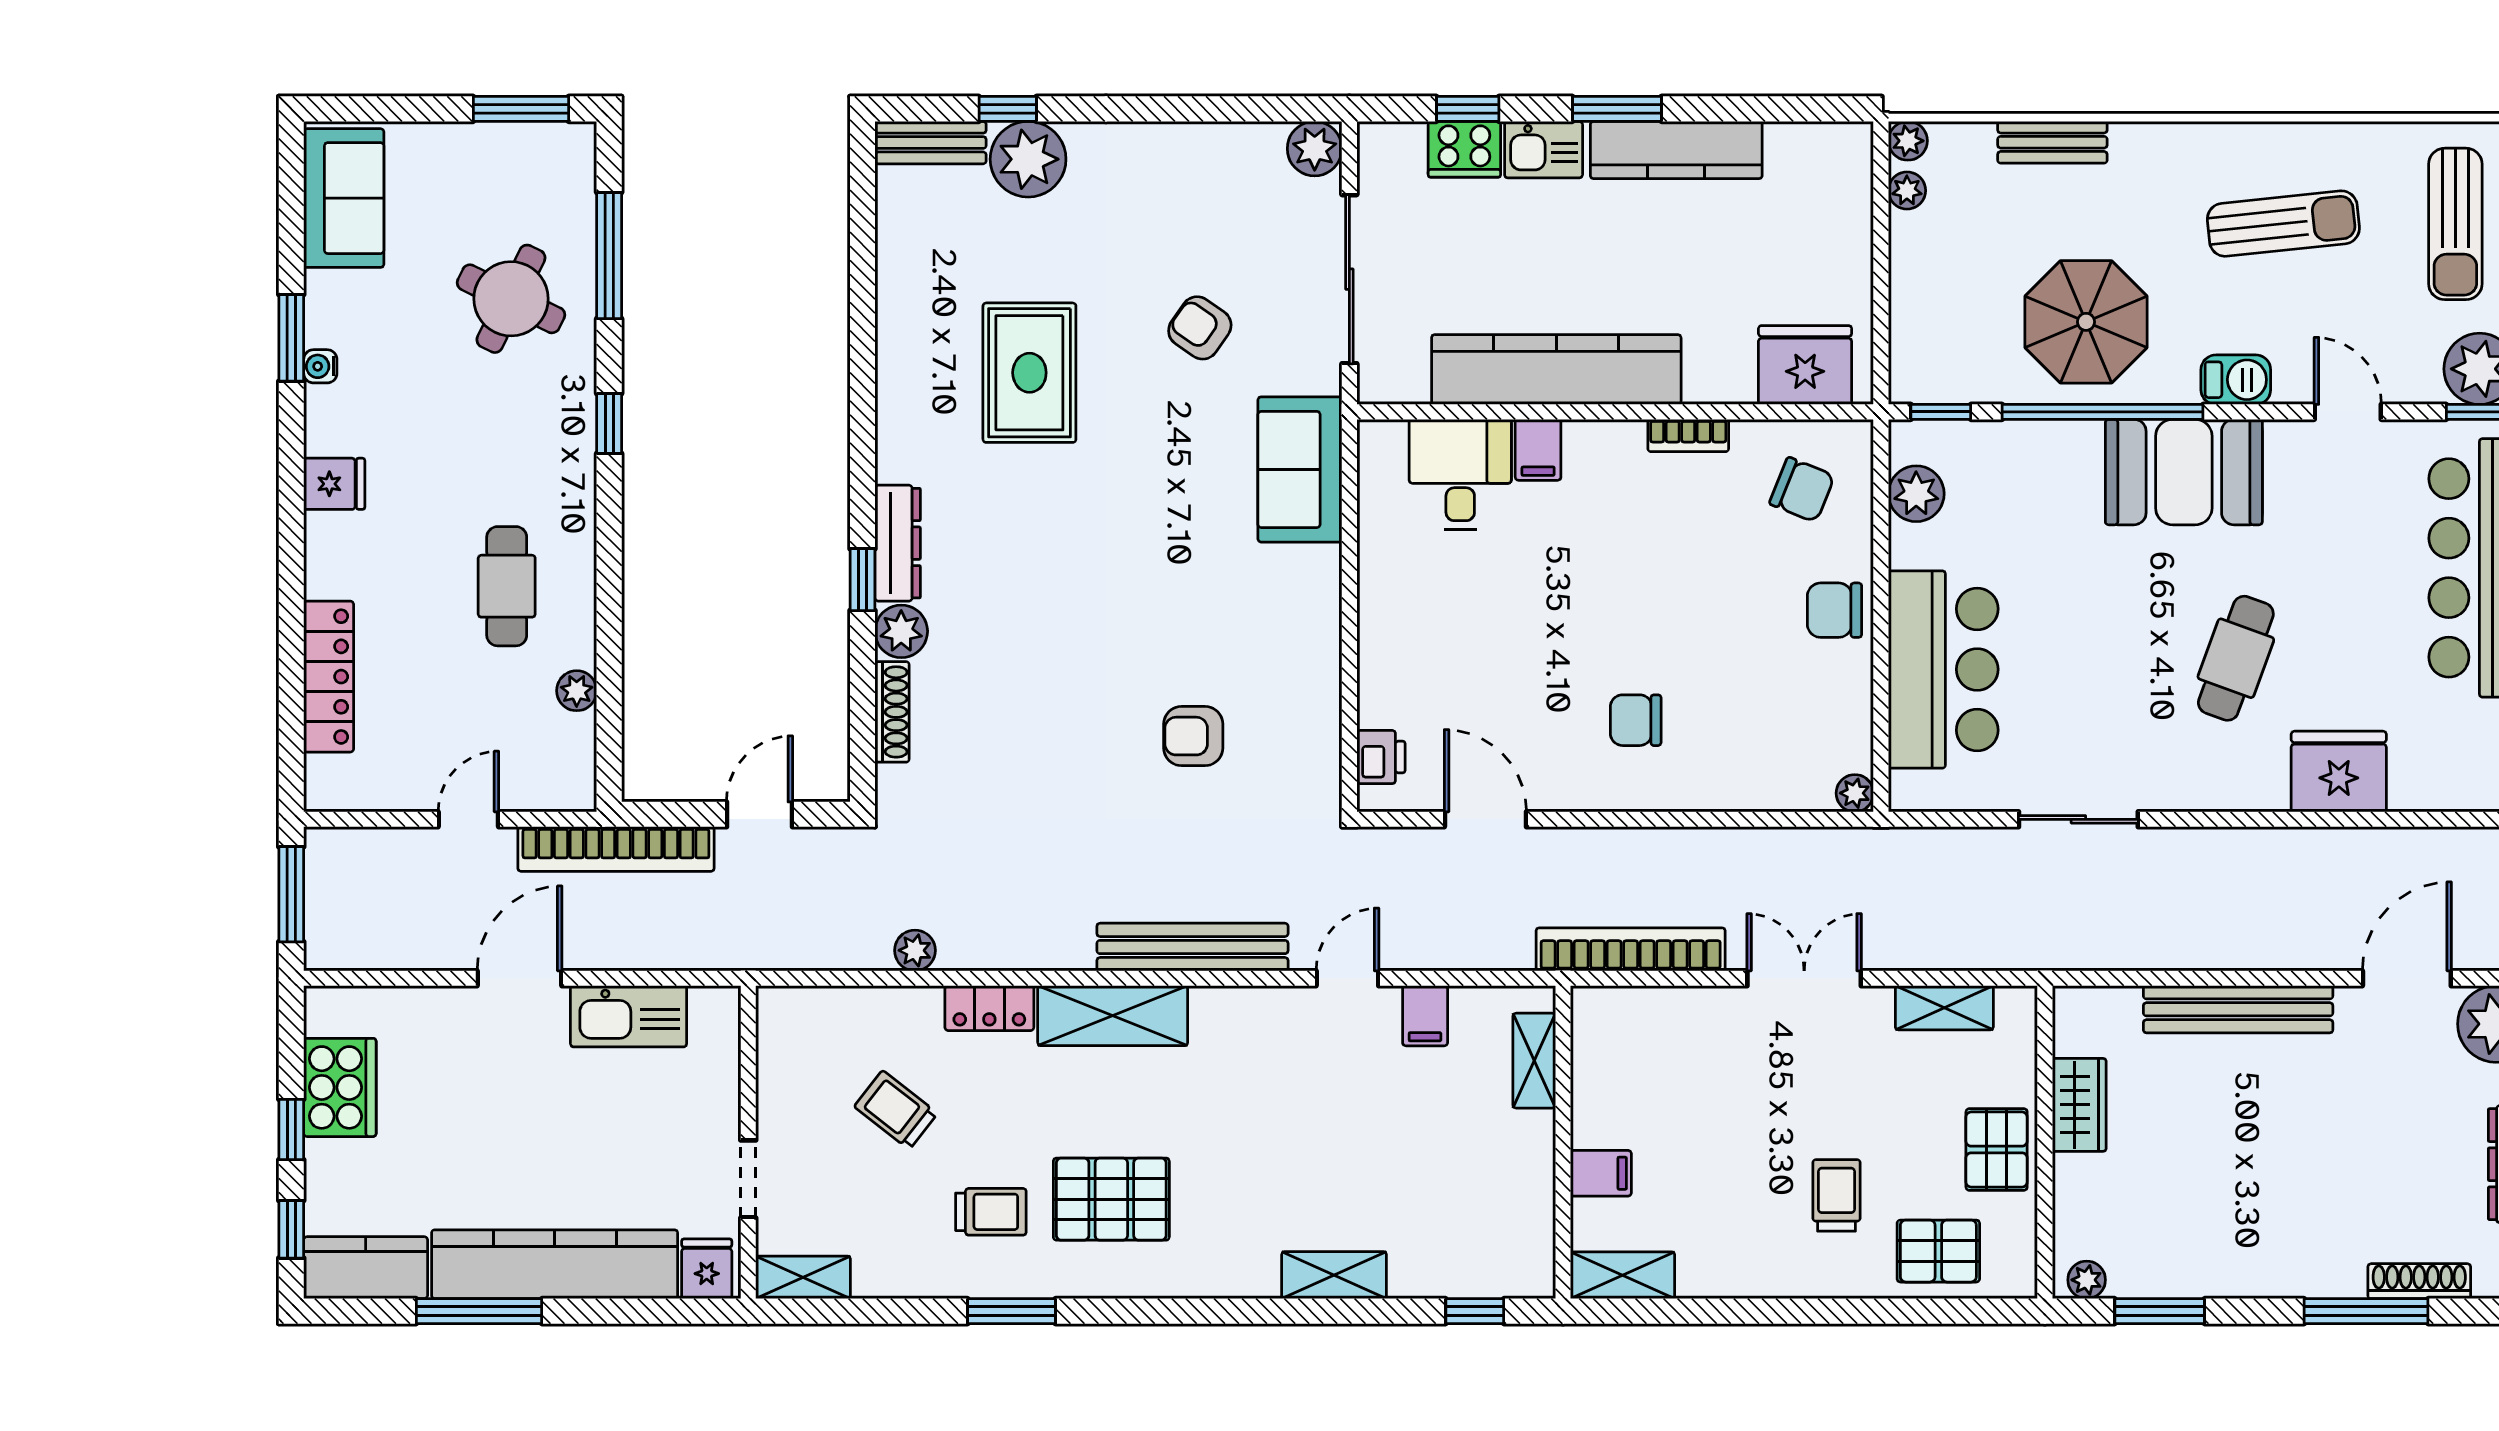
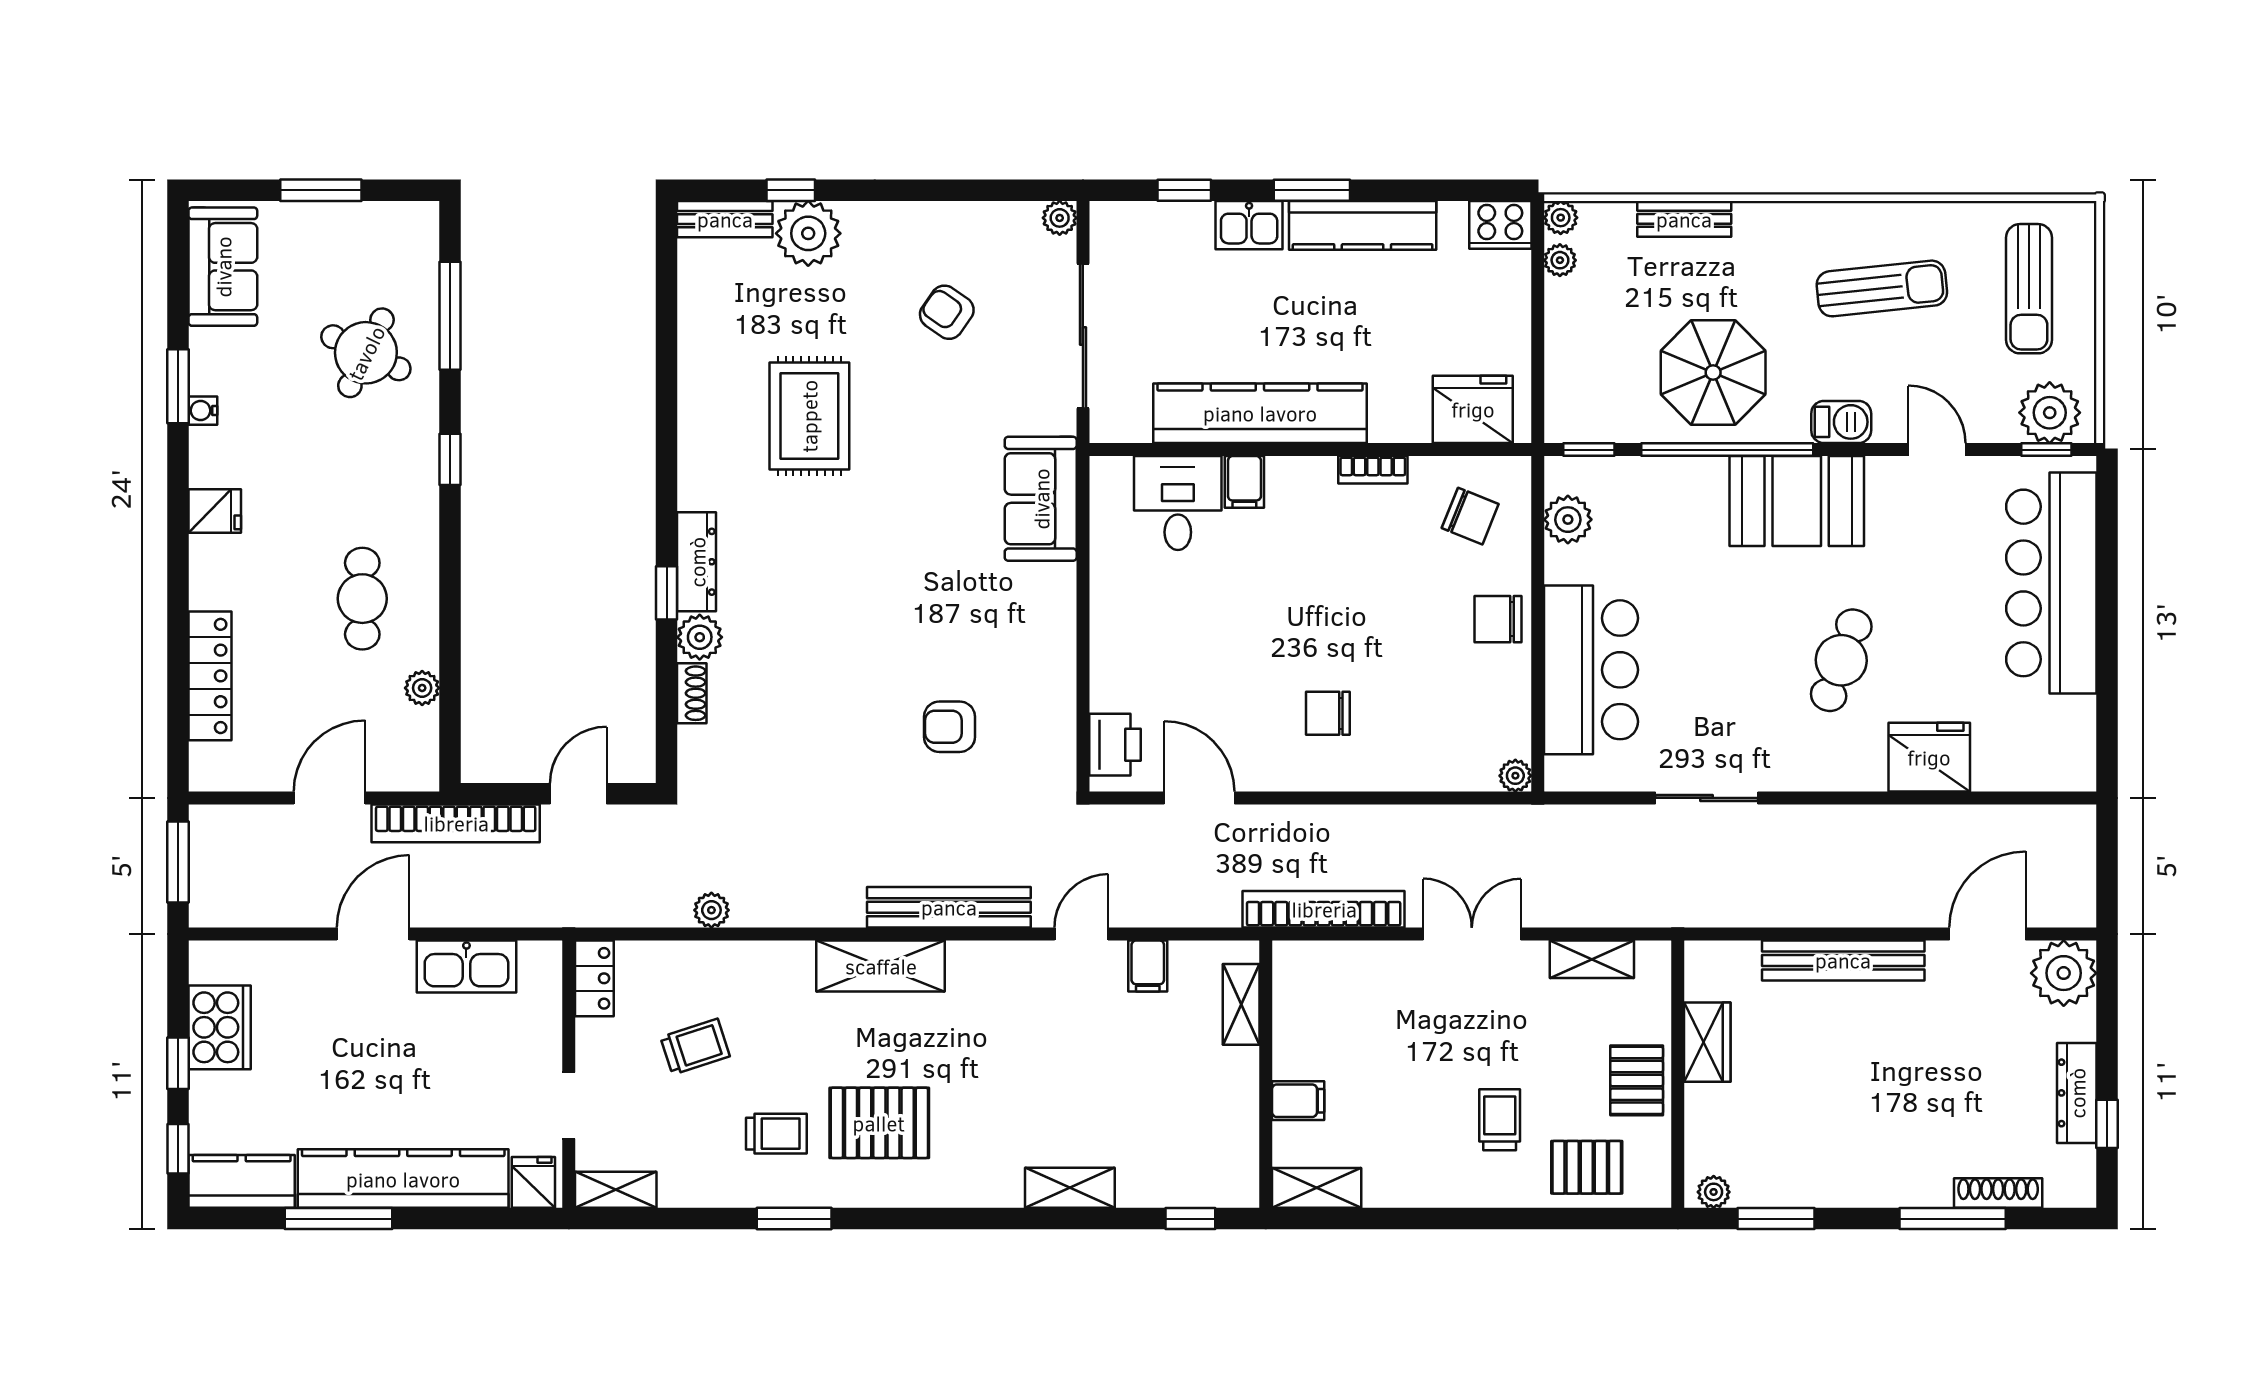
window: (521, 109) -> (321, 190), moved
plant: (1315, 149) -> (1060, 218), width x0.73, depth x0.73
cooker: (1464, 149) -> (1500, 225), moved
armchair: (1200, 328) -> (947, 312), moved
shoe rack: (892, 712) -> (692, 693), width x0.70
printer: (1381, 757) -> (1115, 745), width x1.36, depth x1.24
door: (468, 819) -> (329, 798), width x1.38
locker: (989, 1008) -> (594, 978), moved, turned -90
trolley: (896, 1110) -> (695, 1047), turned 124

